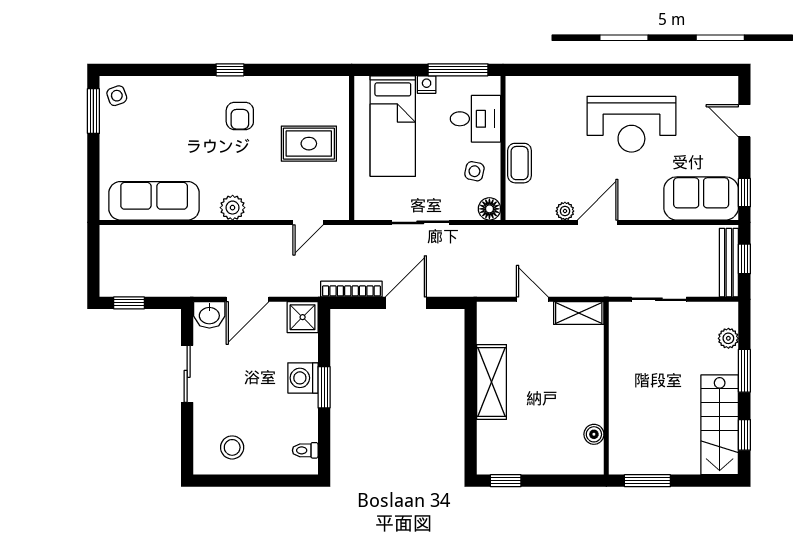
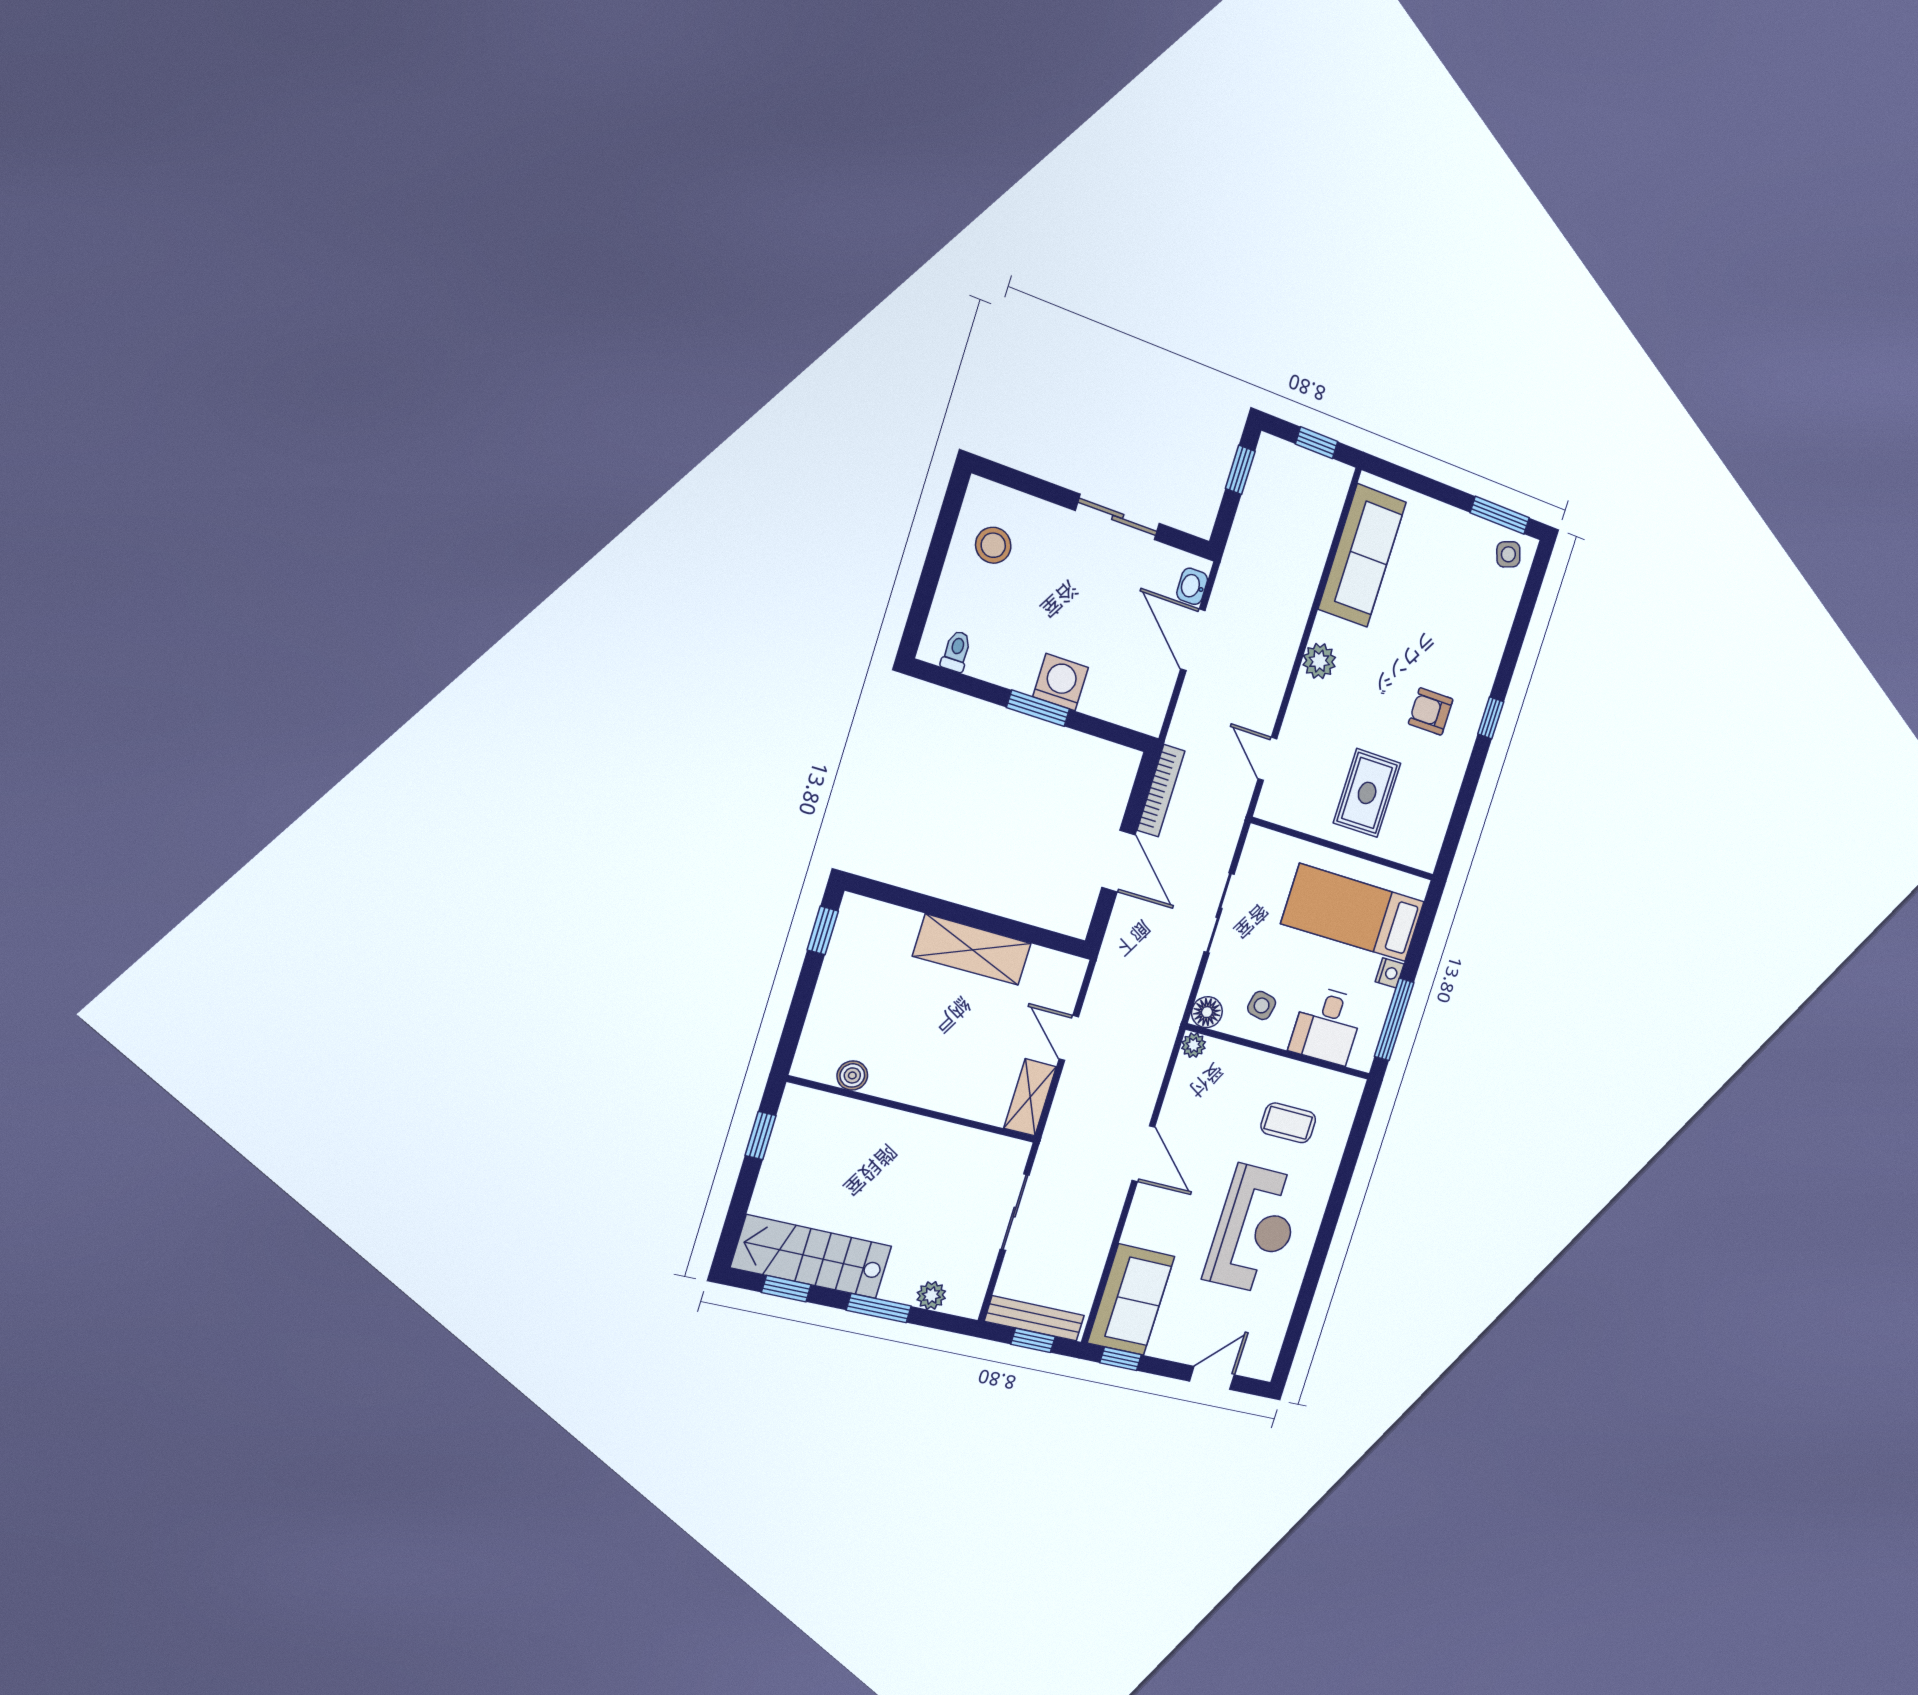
reception desk: (631, 124) -> (1255, 1229), turned 180
coffee table: (520, 163) -> (1288, 1123), moved
plant: (565, 211) -> (1194, 1045), moved
window: (93, 257) -> (1317, 443), added
door: (532, 299) -> (1069, 1038), swing flipped
washbasin: (209, 315) -> (1192, 586), width x0.72, depth x0.69
shower: (303, 317) -> (1144, 710), removed
window: (647, 481) -> (761, 1136), width x0.67

